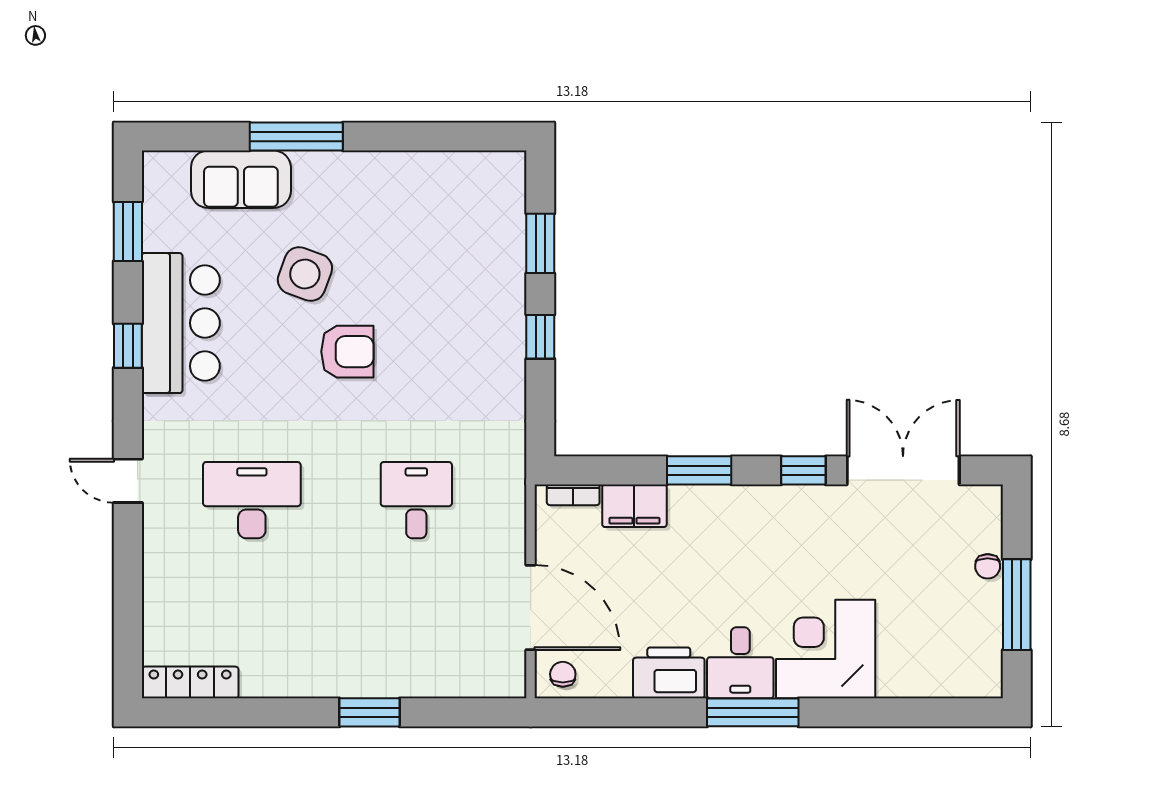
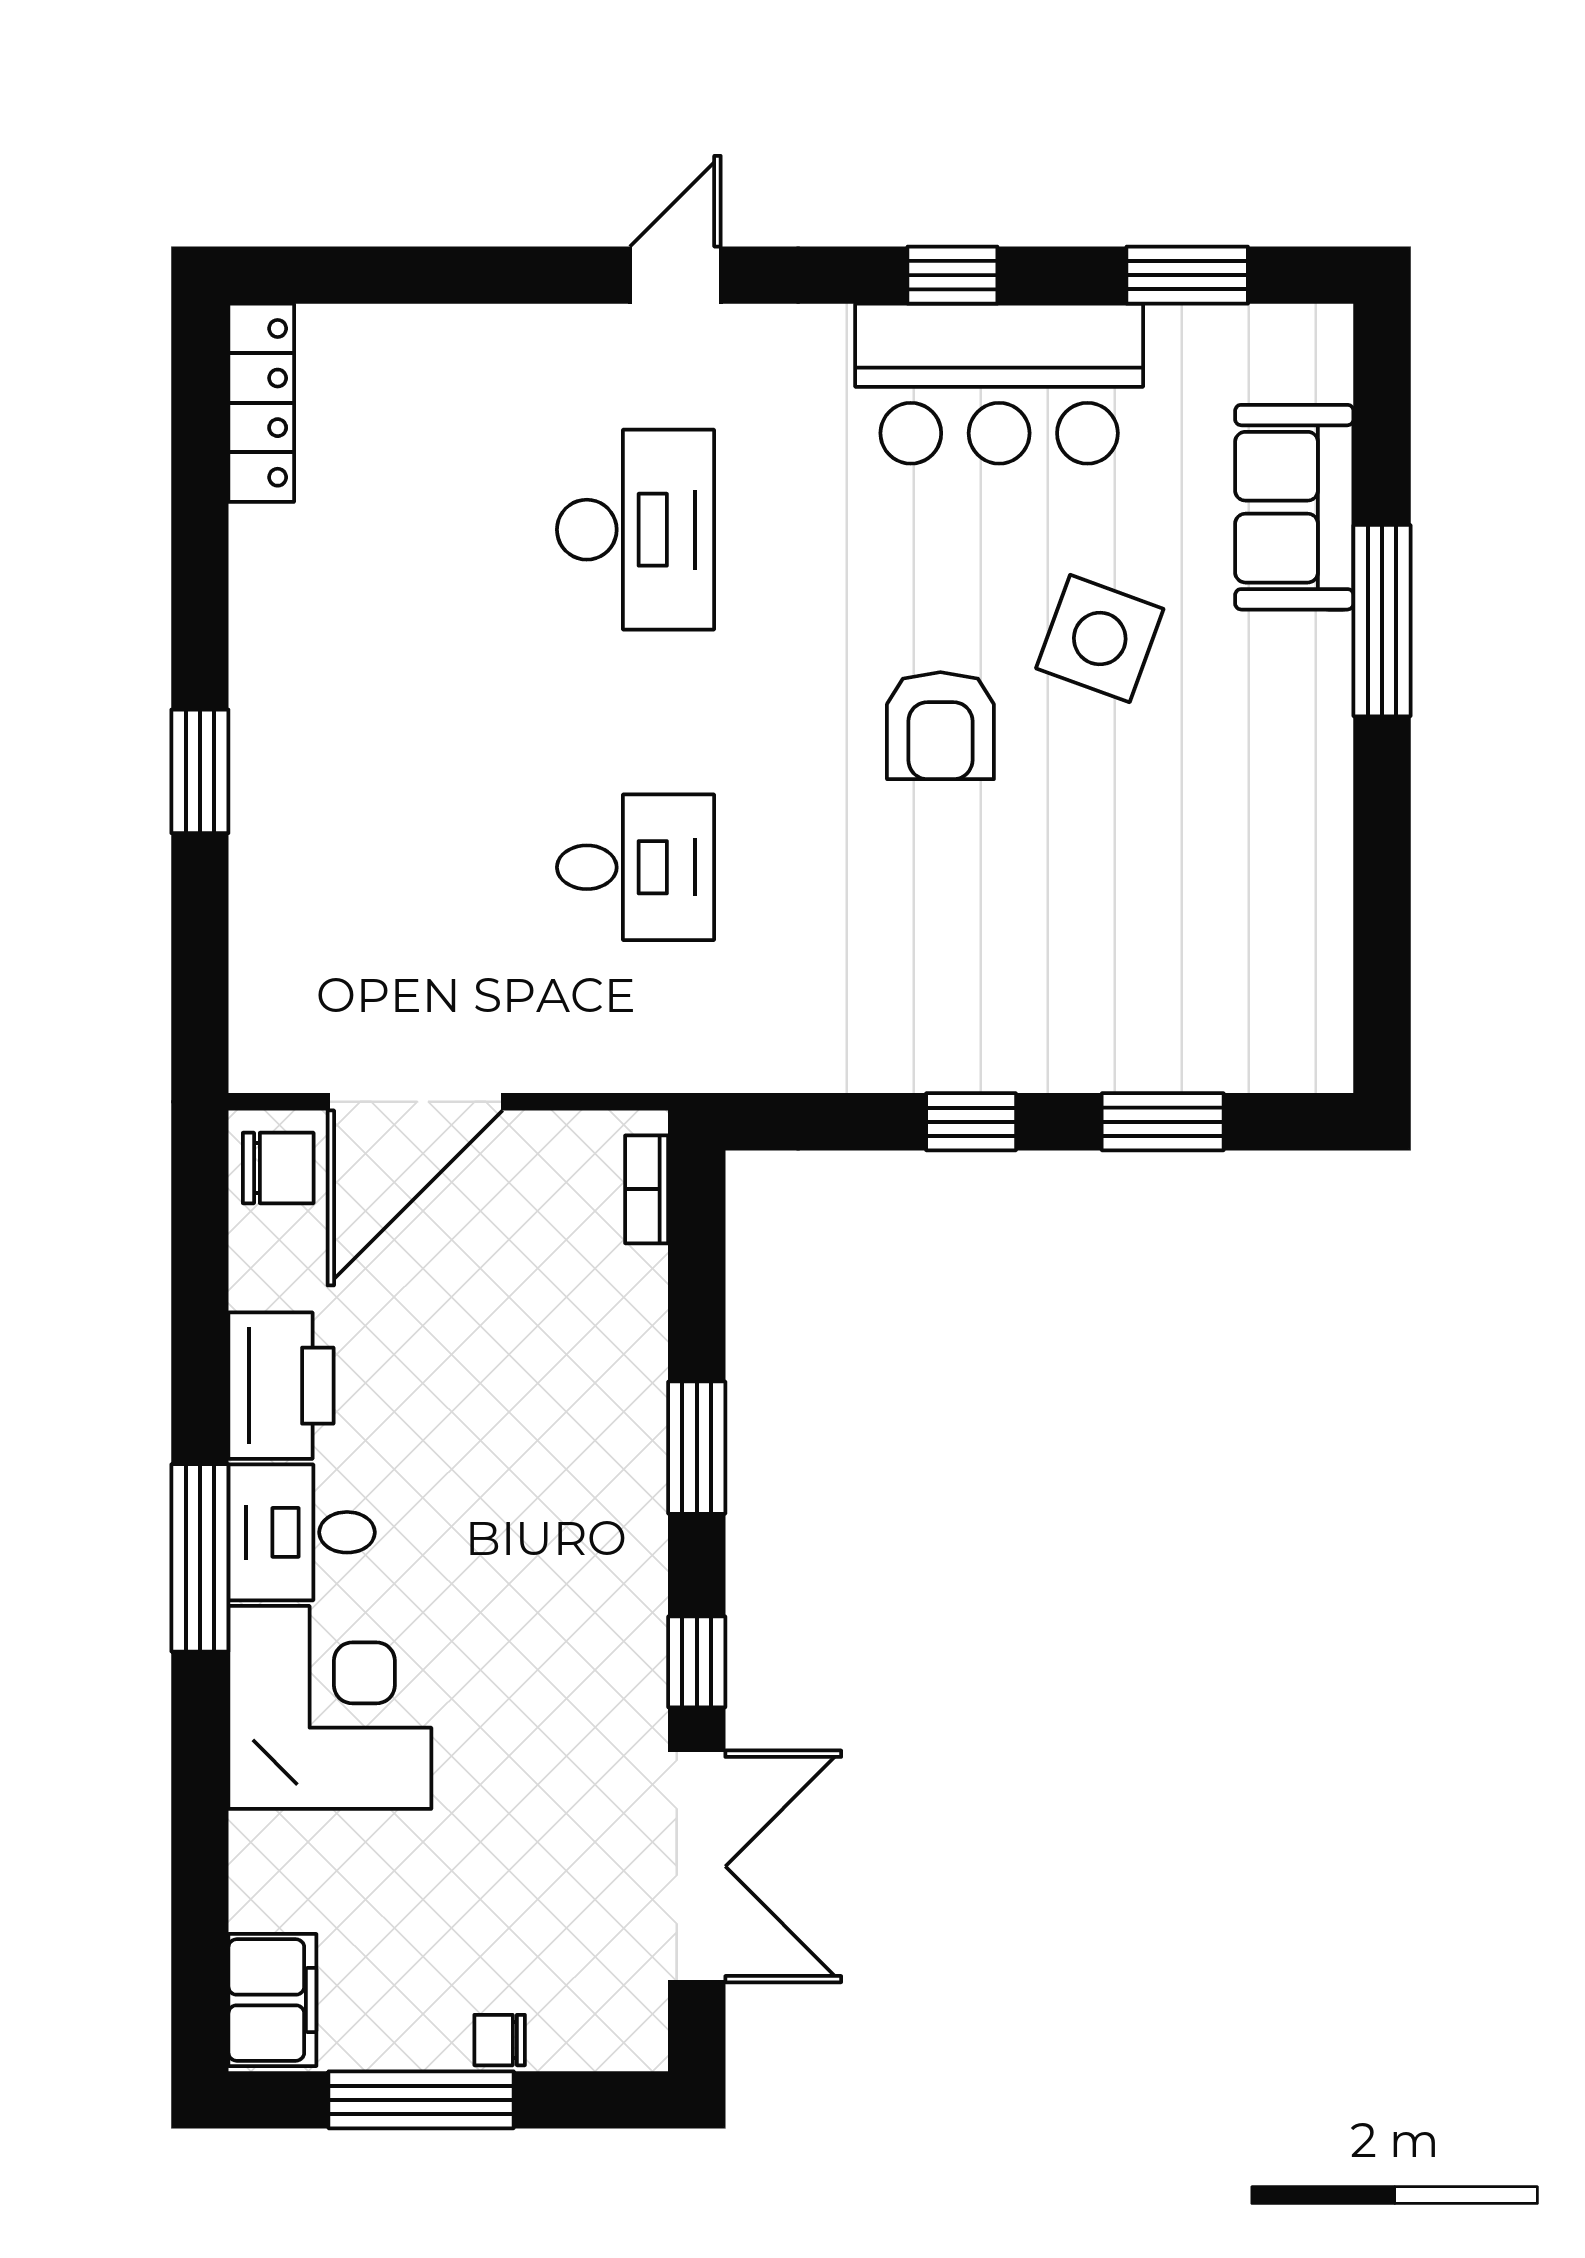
filing cabinet: (634, 506) -> (272, 2000), moved, turned 180
chair: (563, 674) -> (278, 1168), width x1.37, depth x1.37

